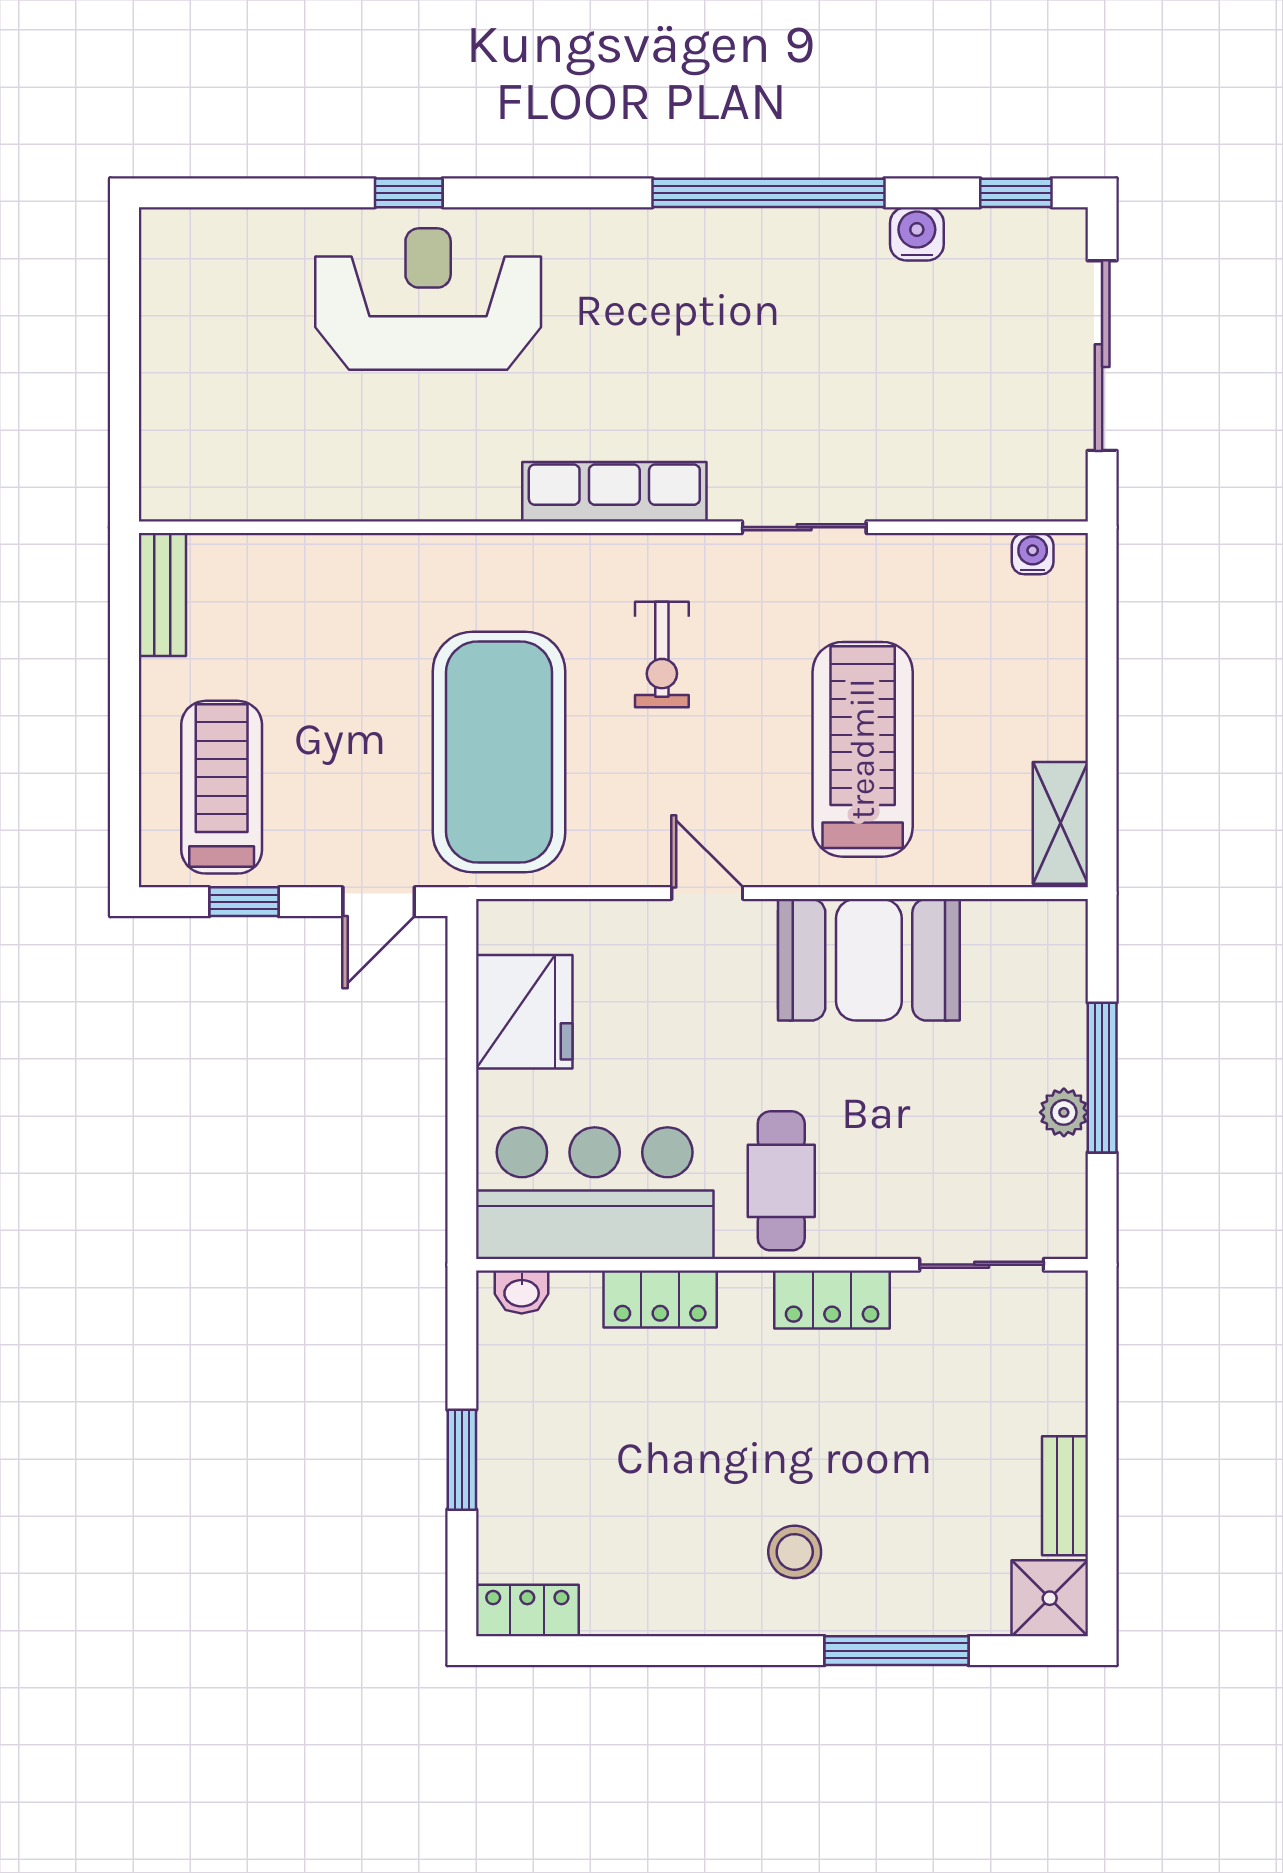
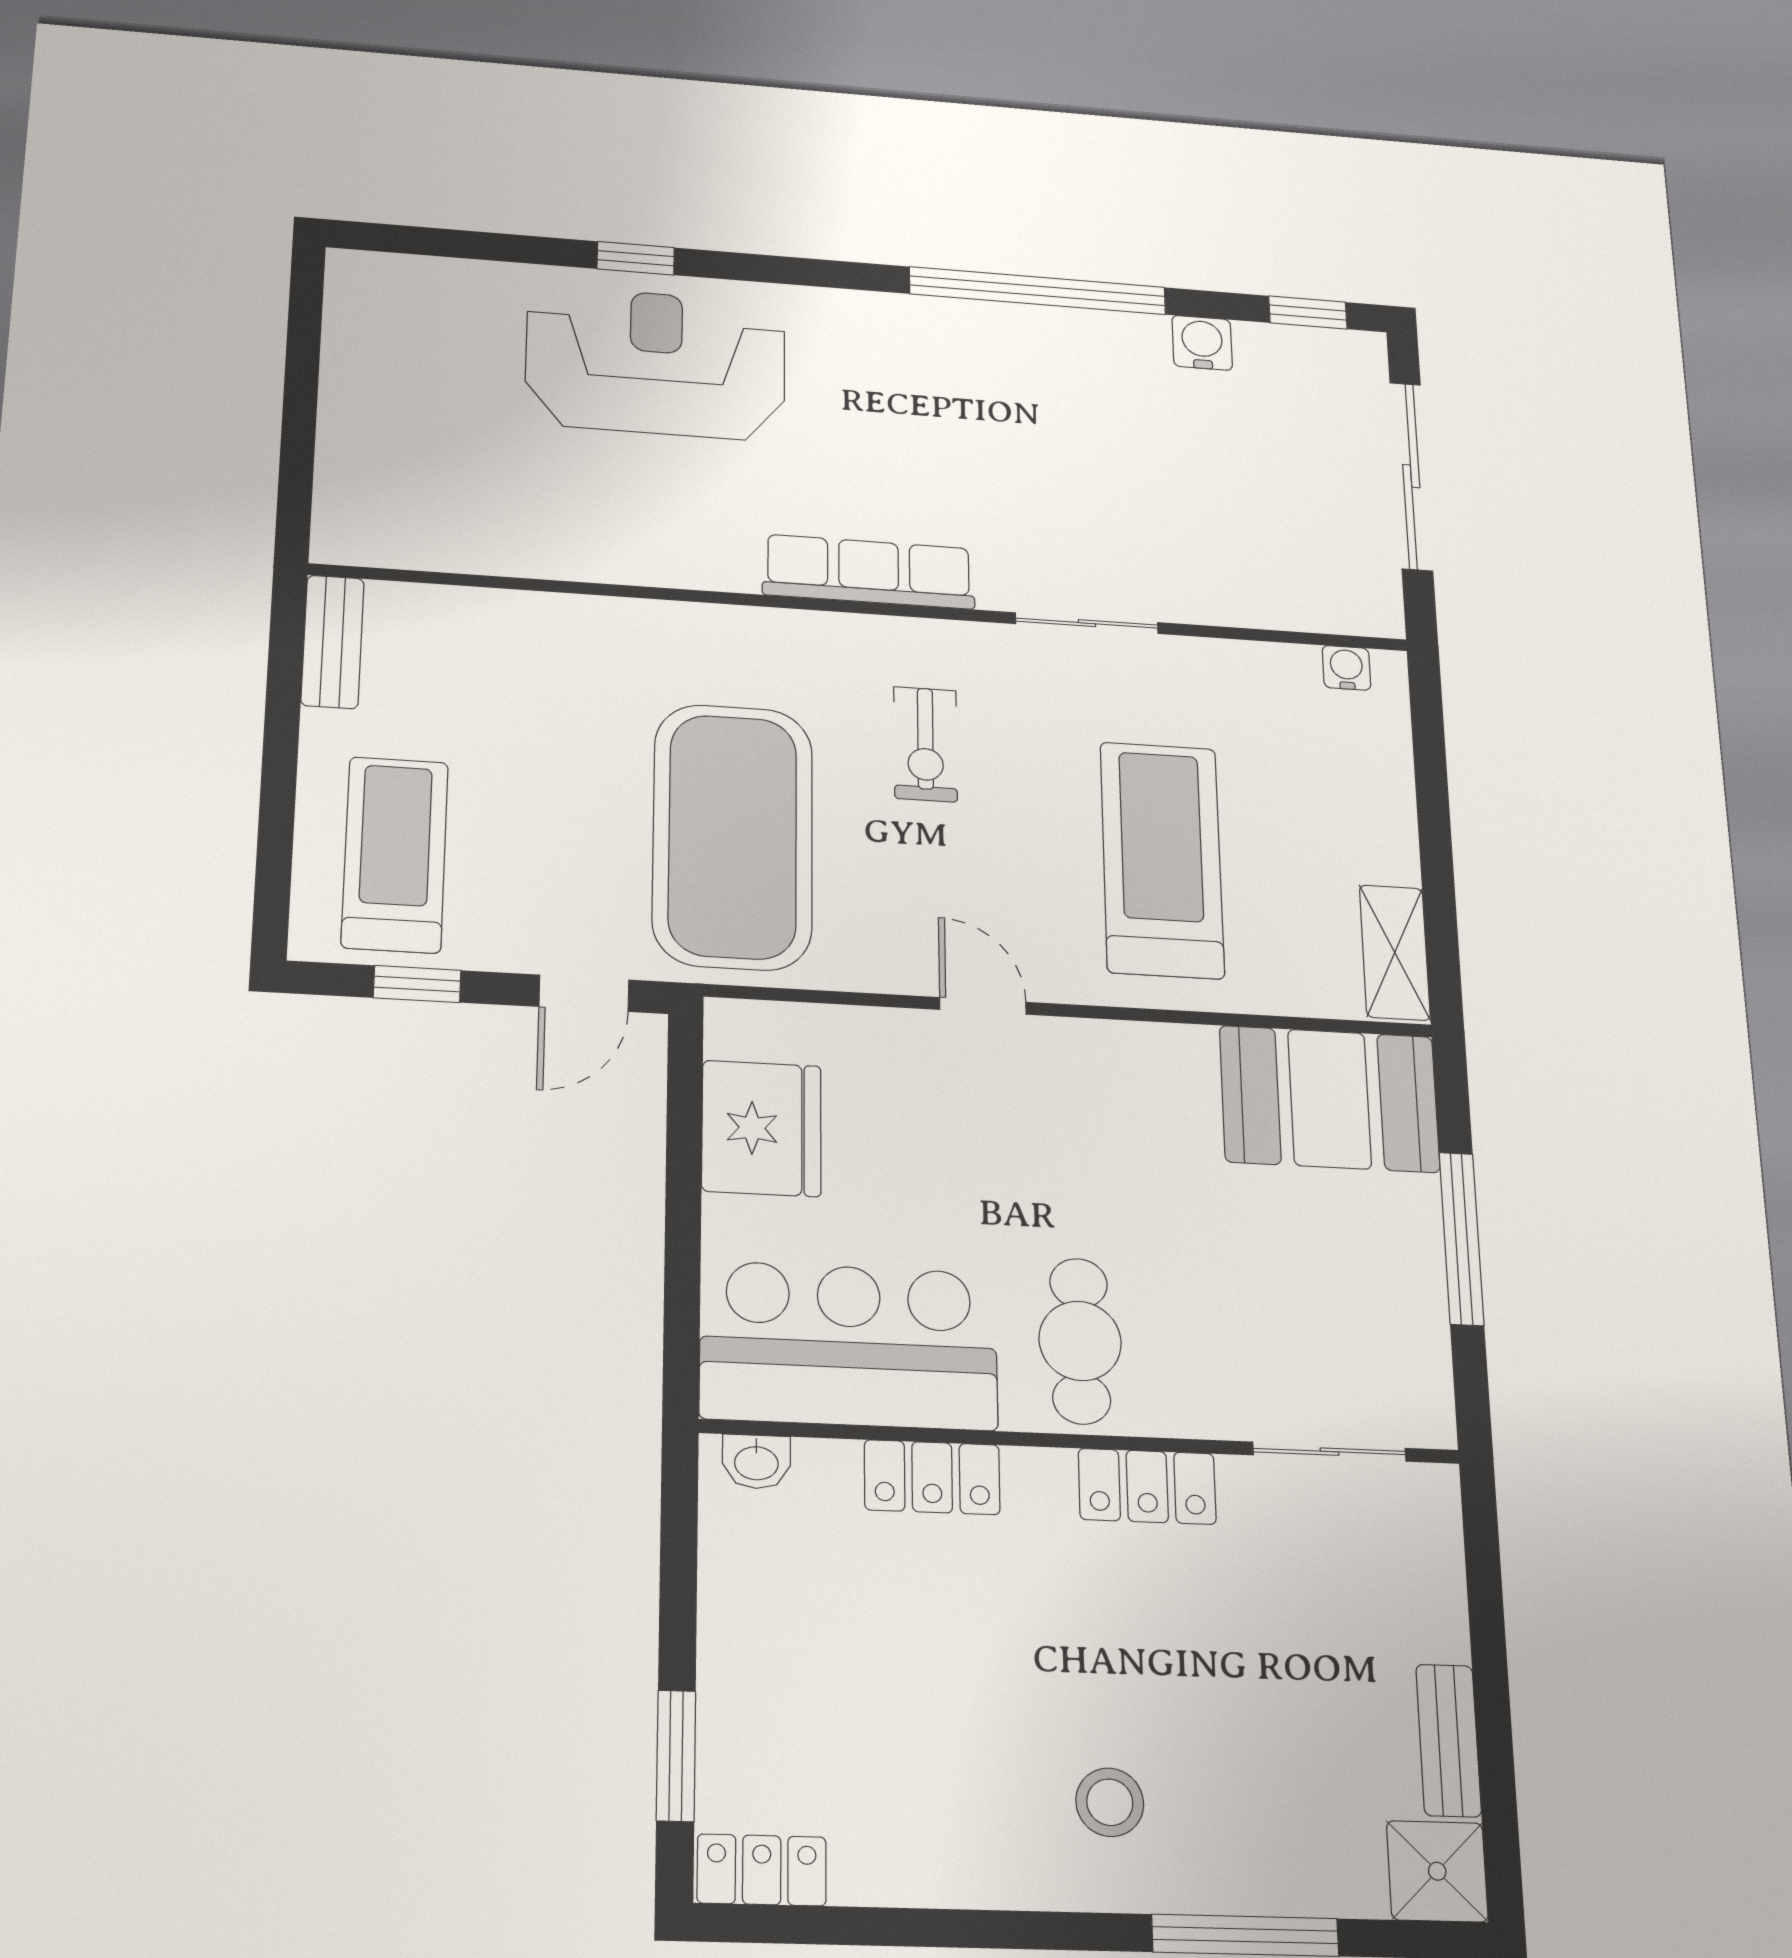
booth: (869, 960) -> (1330, 1099), moved
plant: (1064, 1112) -> (1419, 1276), removed
window: (462, 1460) -> (676, 1756), moved

